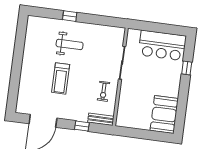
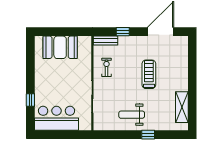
shelving: (31, 40) -> (182, 107), added
weight bench: (70, 44) -> (132, 115), moved
booth: (164, 115) -> (60, 47), moved, turned 90

